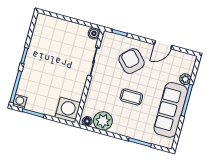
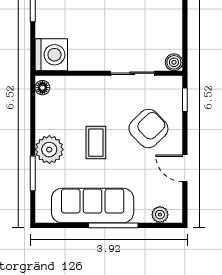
plant: (185, 79) -> (160, 215), moved
plant: (103, 121) -> (49, 150), moved

